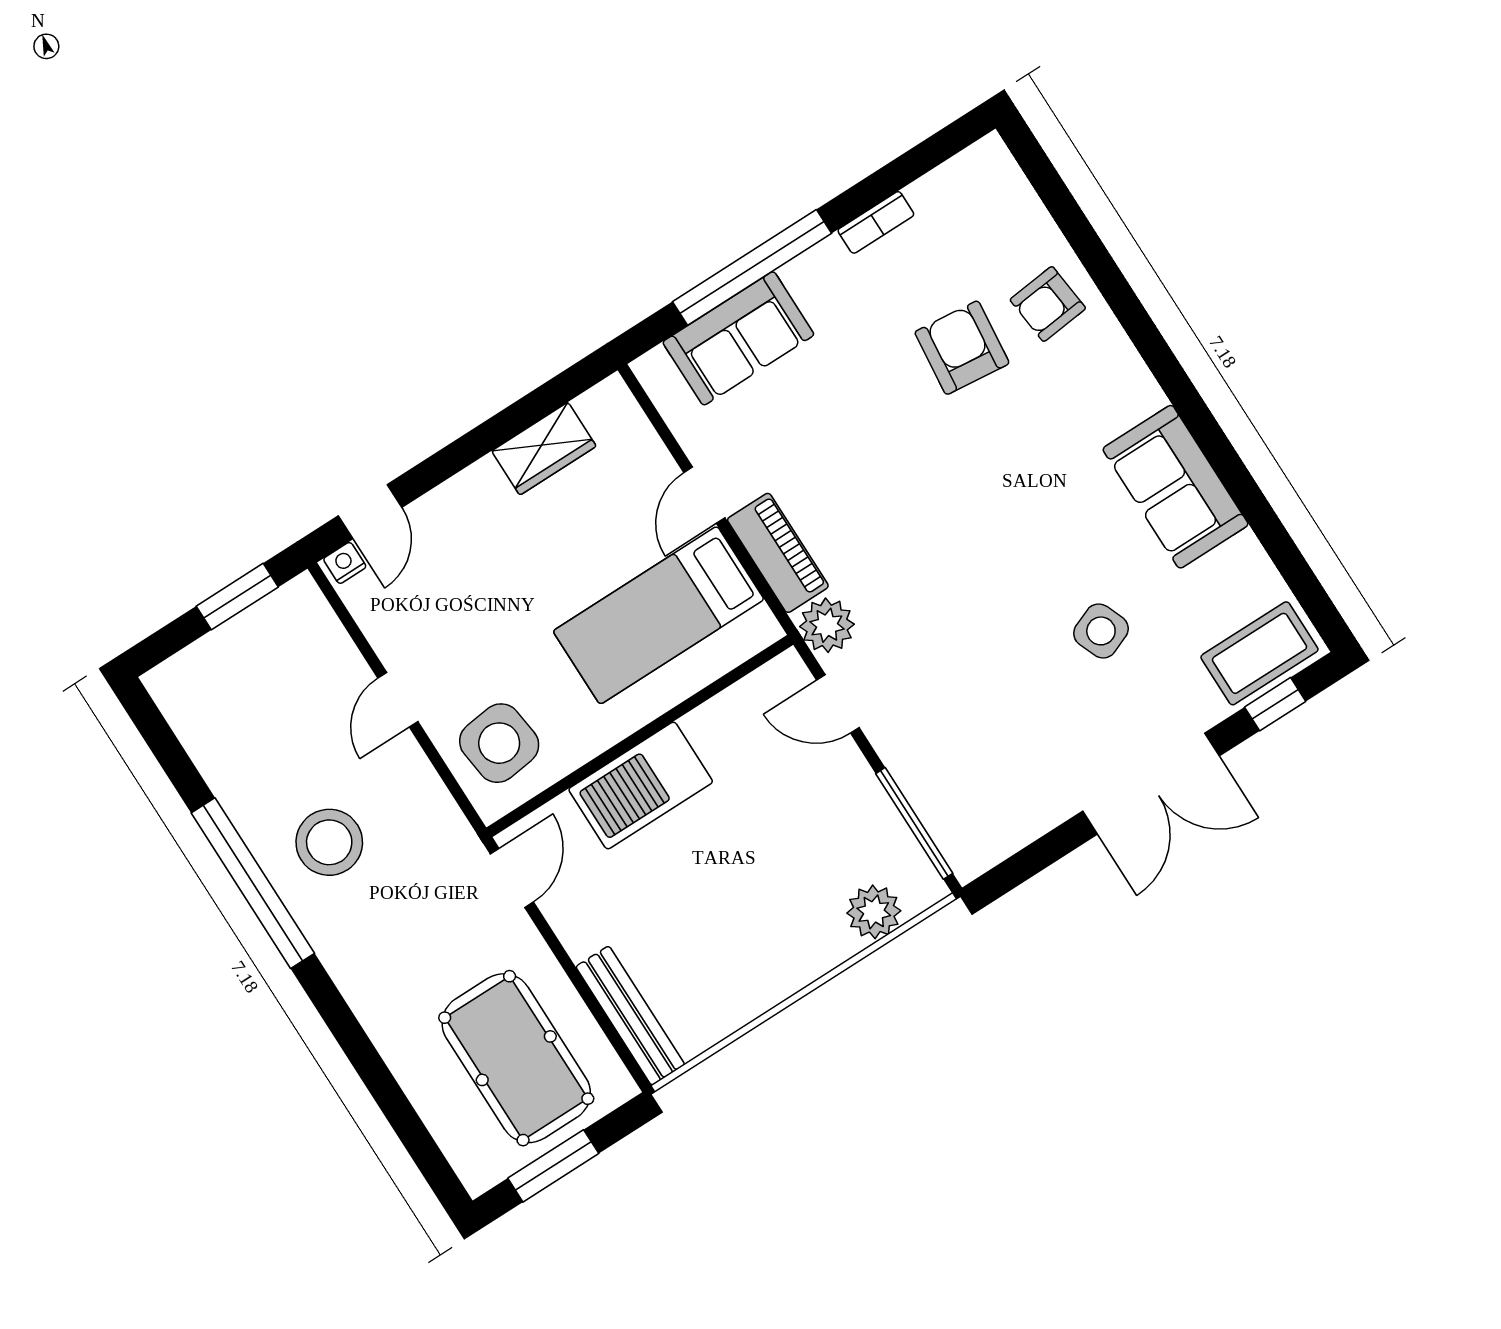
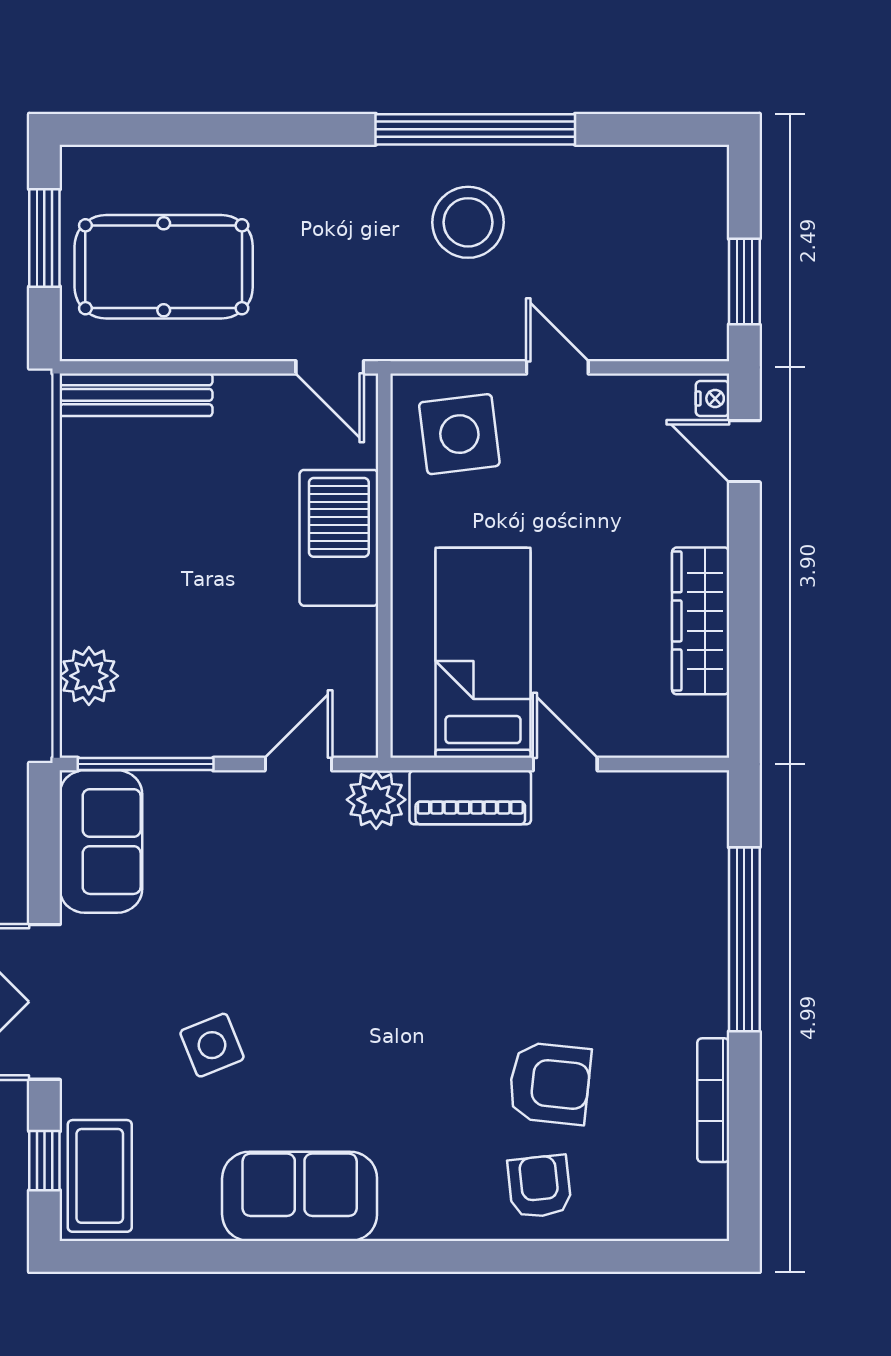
bookcase: (876, 222) -> (713, 1100), width x1.56
sofa: (738, 338) -> (101, 842), moved, turned 180
wardrobe: (544, 449) -> (701, 621), width x1.50

